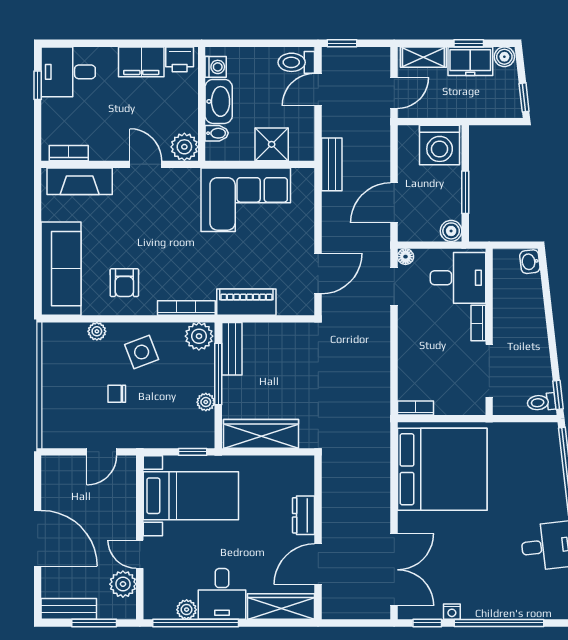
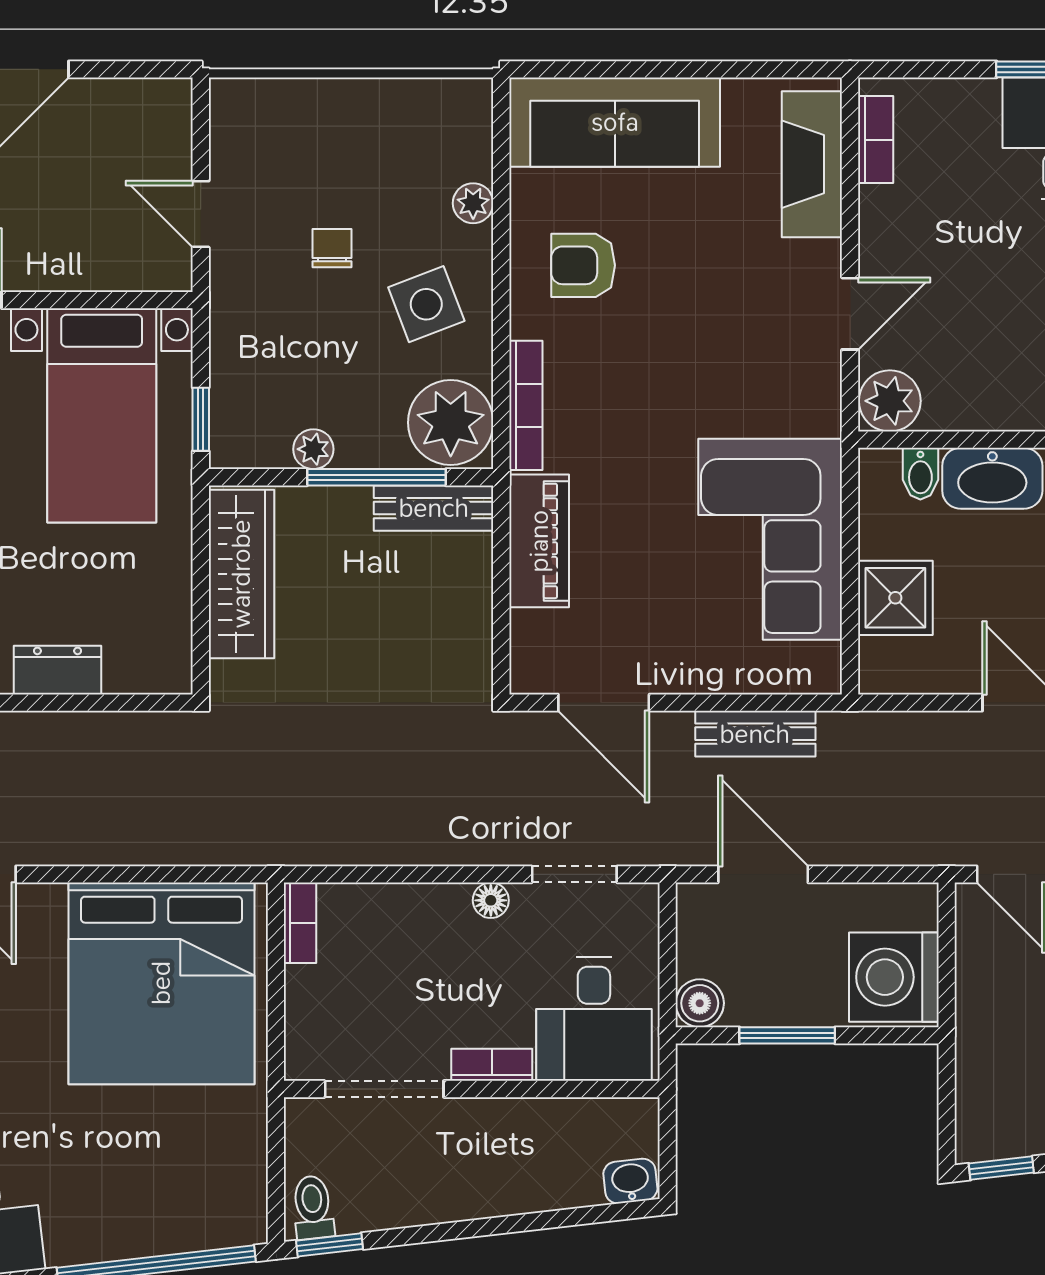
bench: (332, 164) -> (755, 734), moved
floor lamp: (406, 257) -> (491, 900), moved
plant: (199, 336) -> (451, 423), width x1.36, depth x1.36

